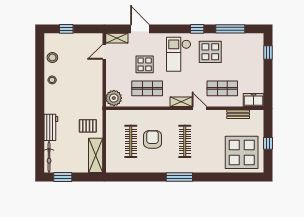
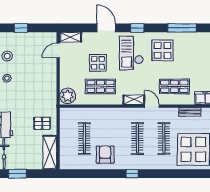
door: (140, 29) -> (106, 28), moved
window: (197, 29) -> (137, 28), moved
armchair: (152, 139) -> (105, 155), moved
clothes rail: (212, 141) -> (164, 139), added
window: (179, 177) -> (132, 174), width x0.46

